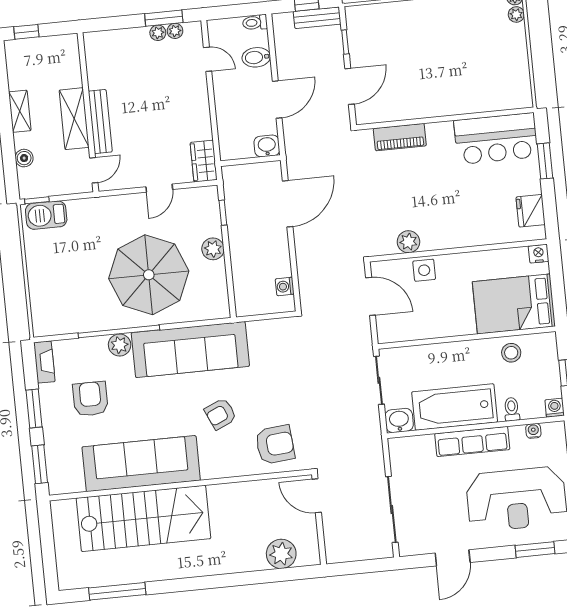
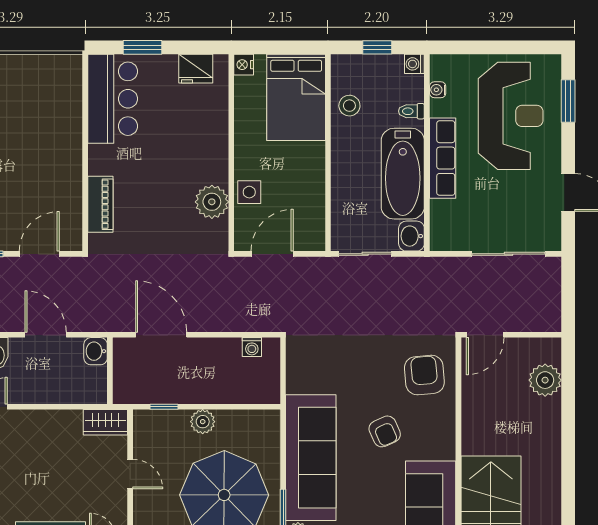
door: (350, 86) -> (39, 254), hinge flipped
plant: (408, 242) -> (212, 202), width x1.36, depth x1.36

